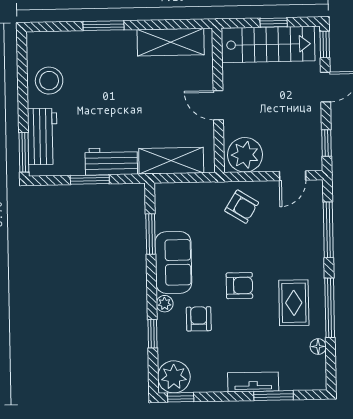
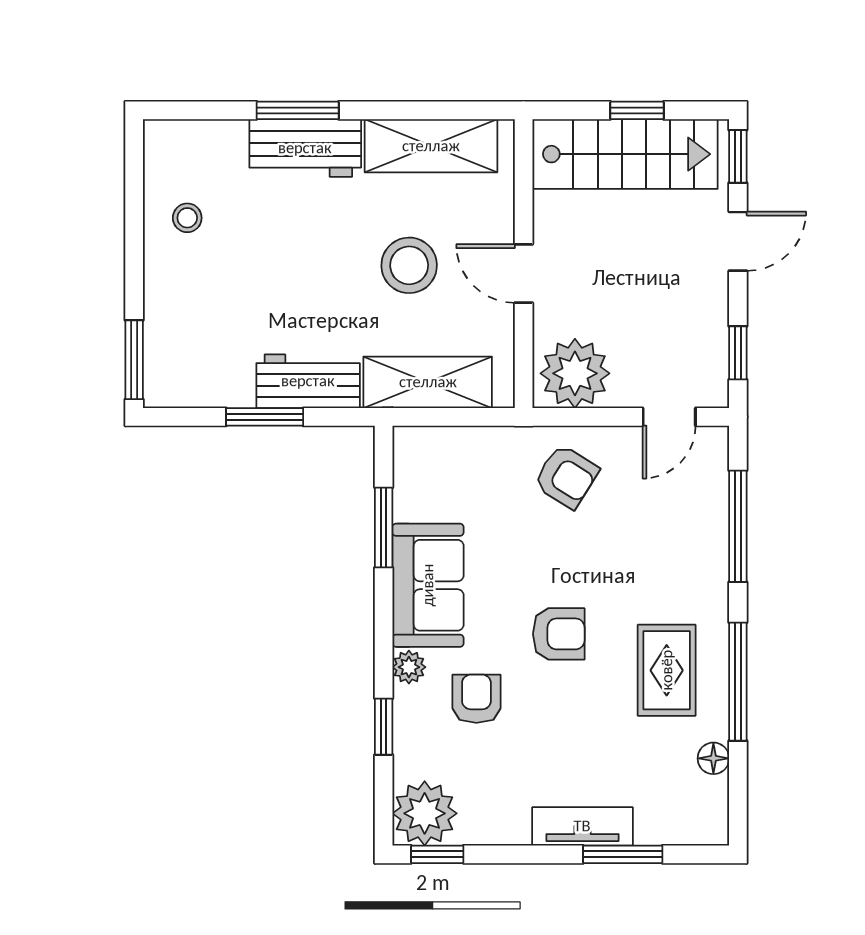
stool: (49, 81) -> (187, 218), width x0.53, depth x0.53
stool: (161, 102) -> (409, 265), added
workbench: (42, 136) -> (305, 148), moved, turned 90

